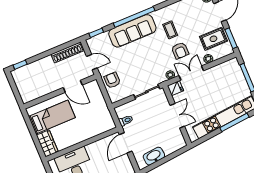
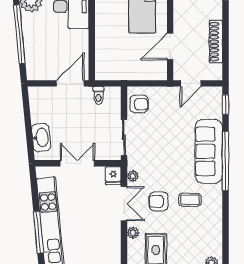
shoe rack: (67, 53) -> (216, 42), moved
armchair: (112, 80) -> (139, 104), moved
double door: (177, 116) -> (77, 163), swing flipped
door: (126, 143) -> (70, 83), hinge flipped
washbasin: (154, 156) -> (41, 138), moved

